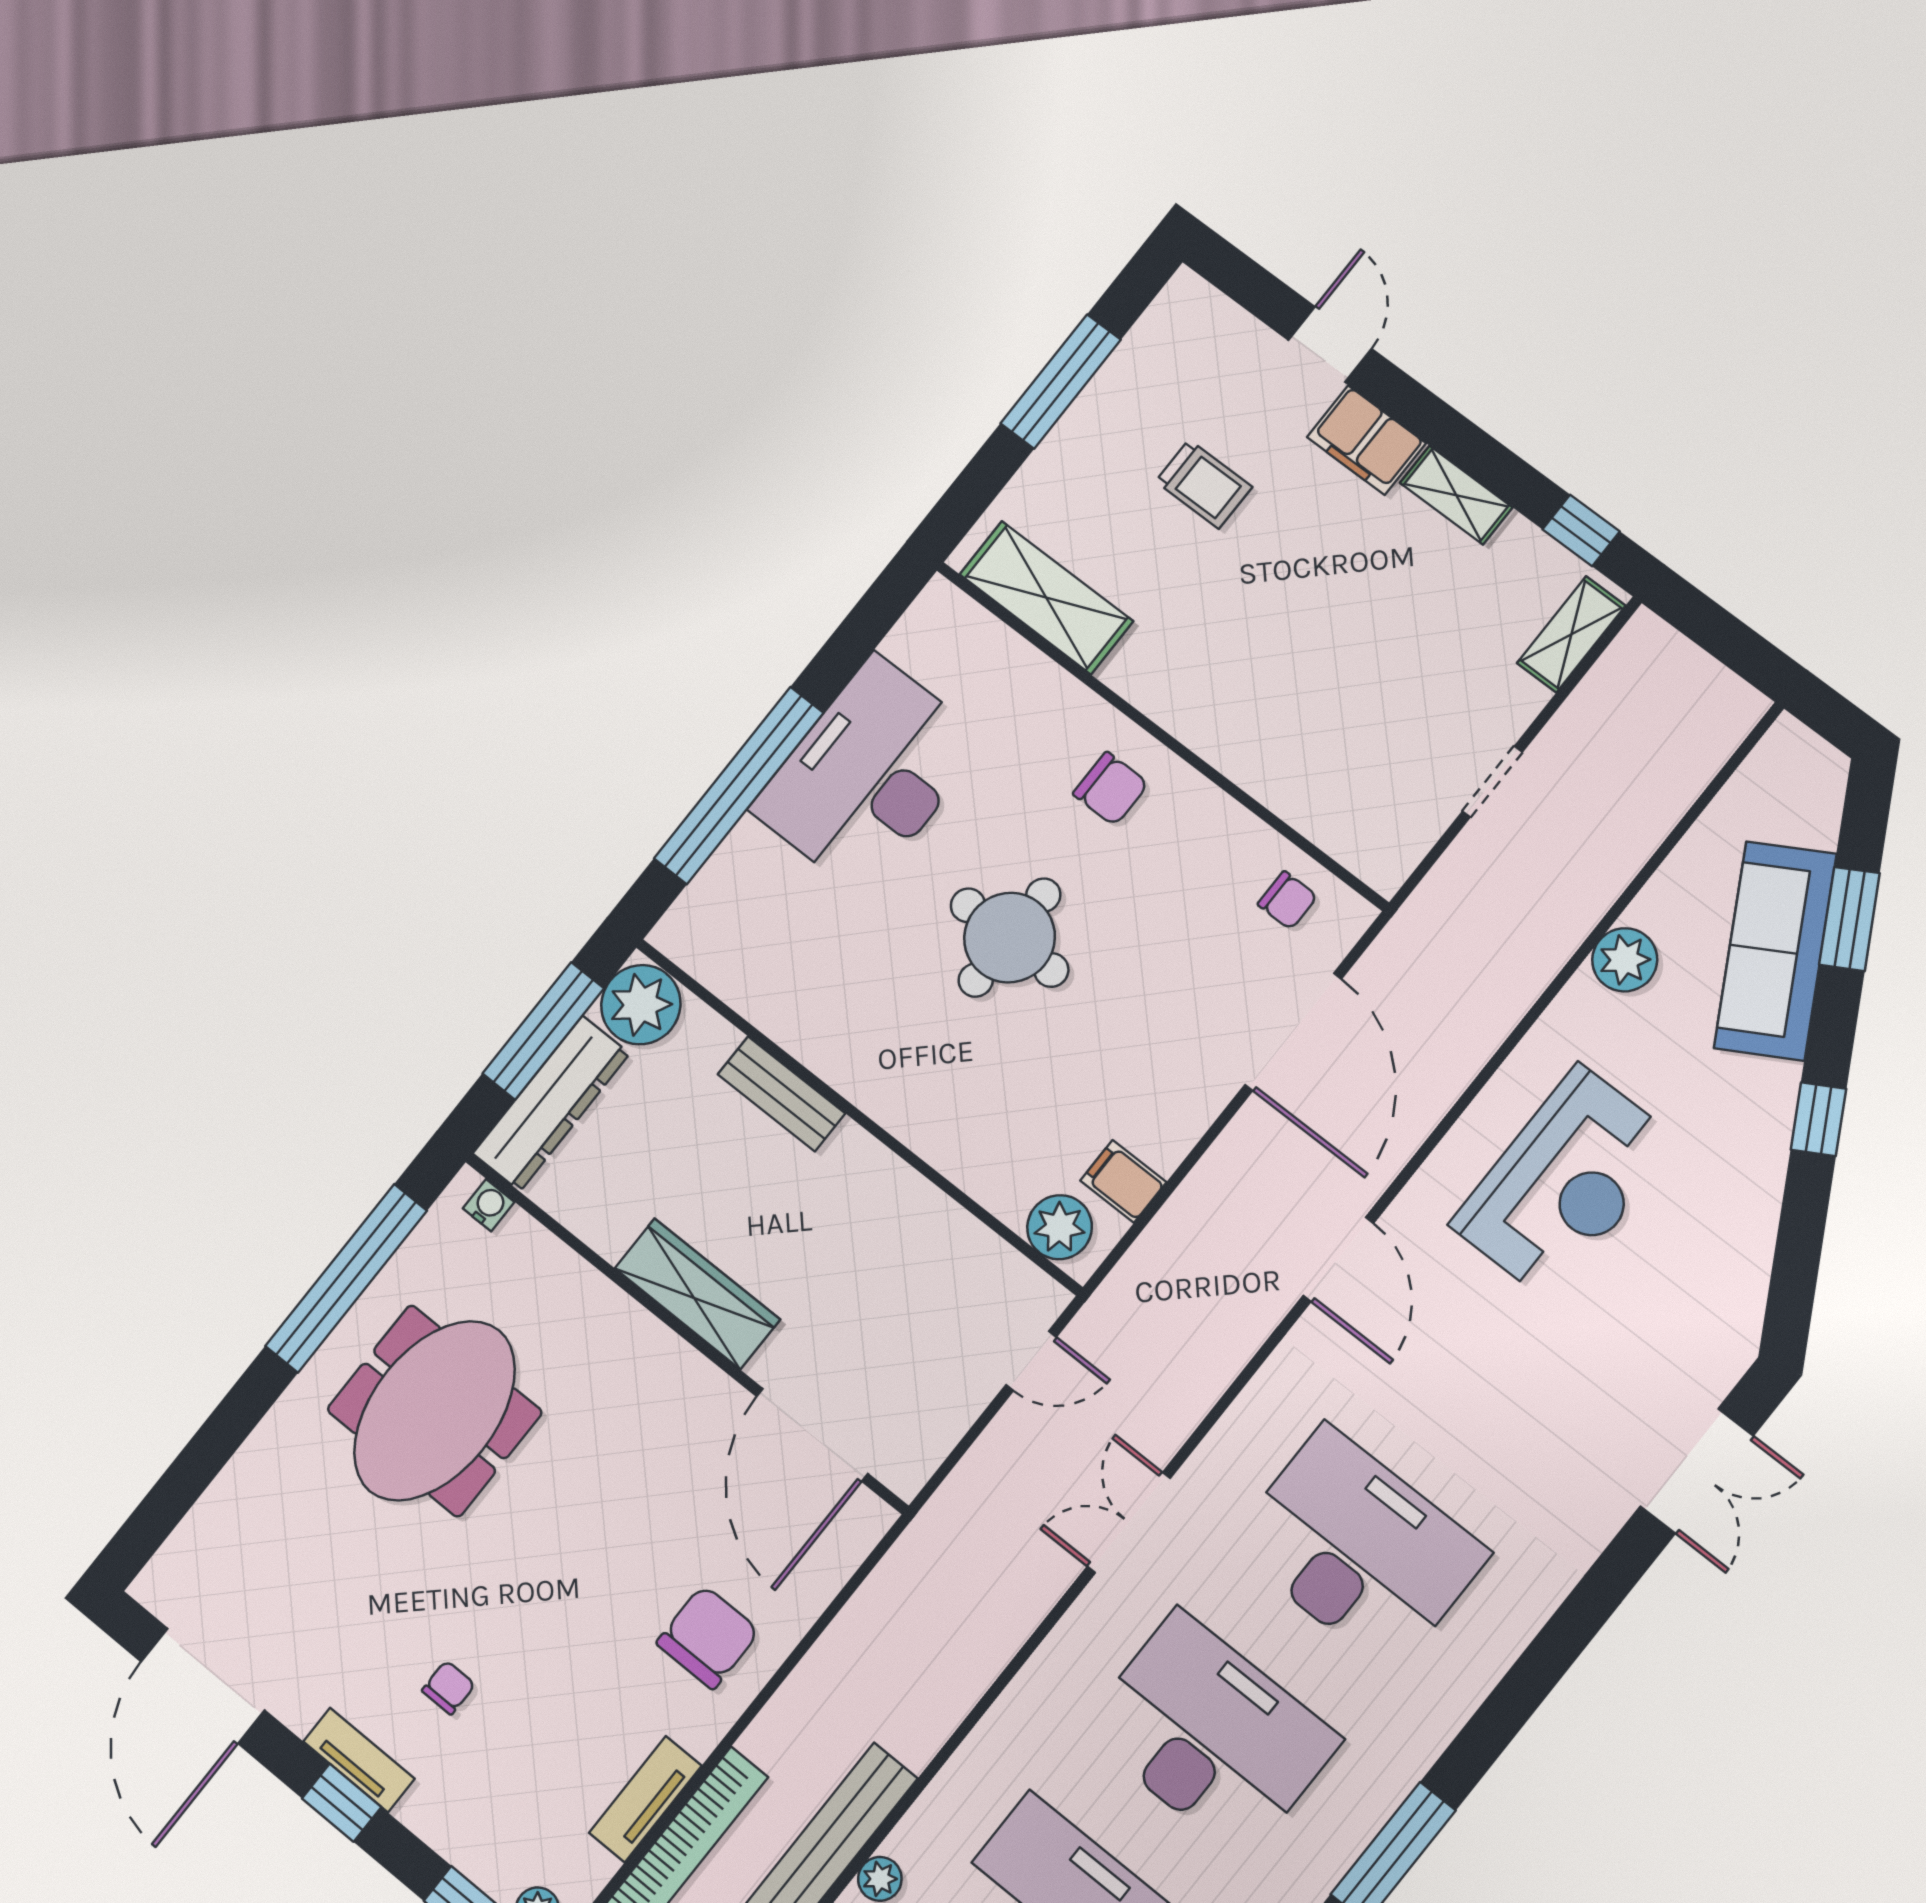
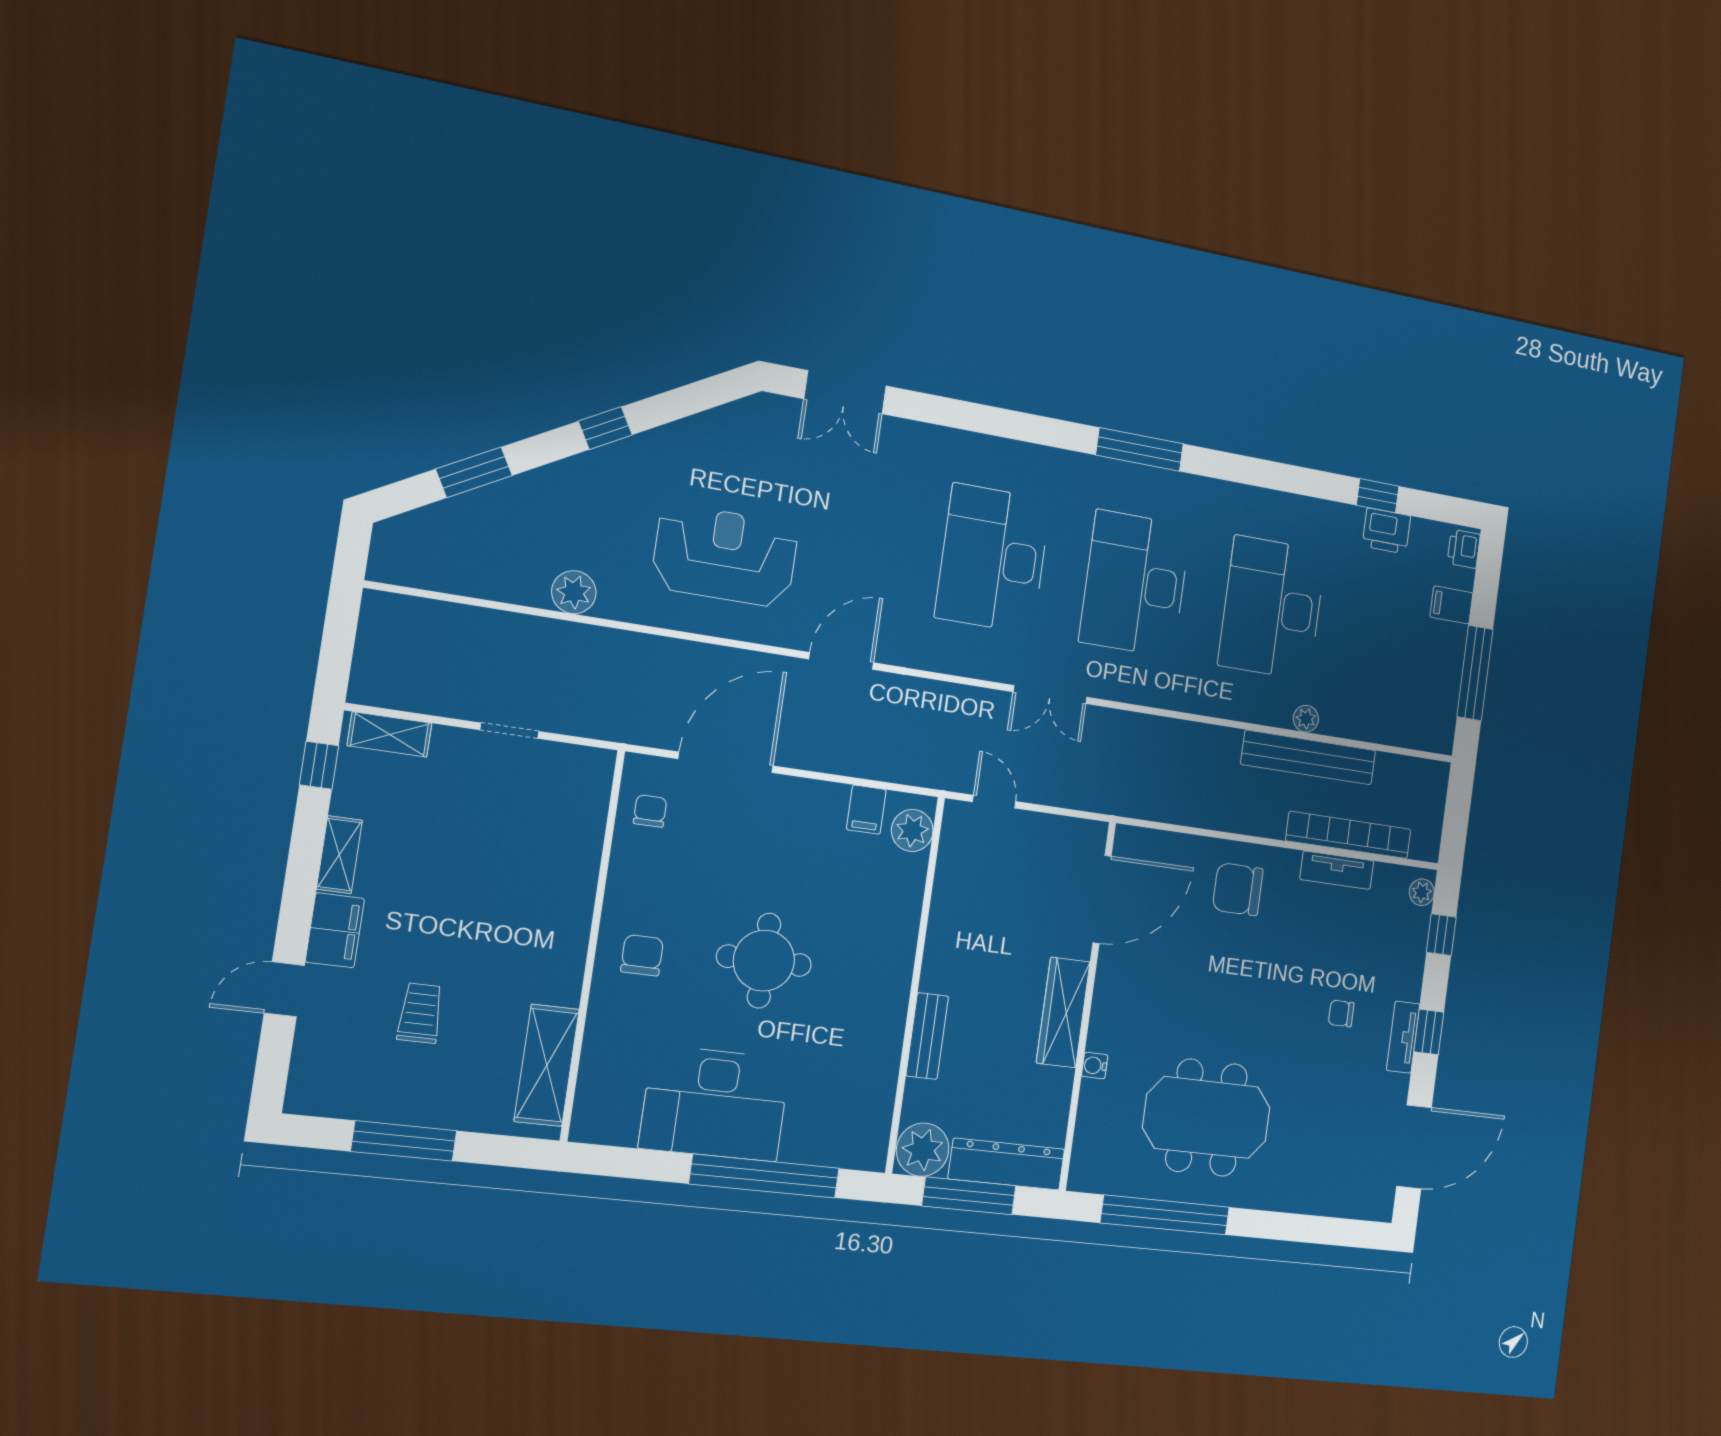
sofa: (1775, 951) -> (518, 506), removed
water cooler: (489, 1205) -> (1095, 1066), moved
double door: (1697, 1471) -> (845, 392), swing flipped

